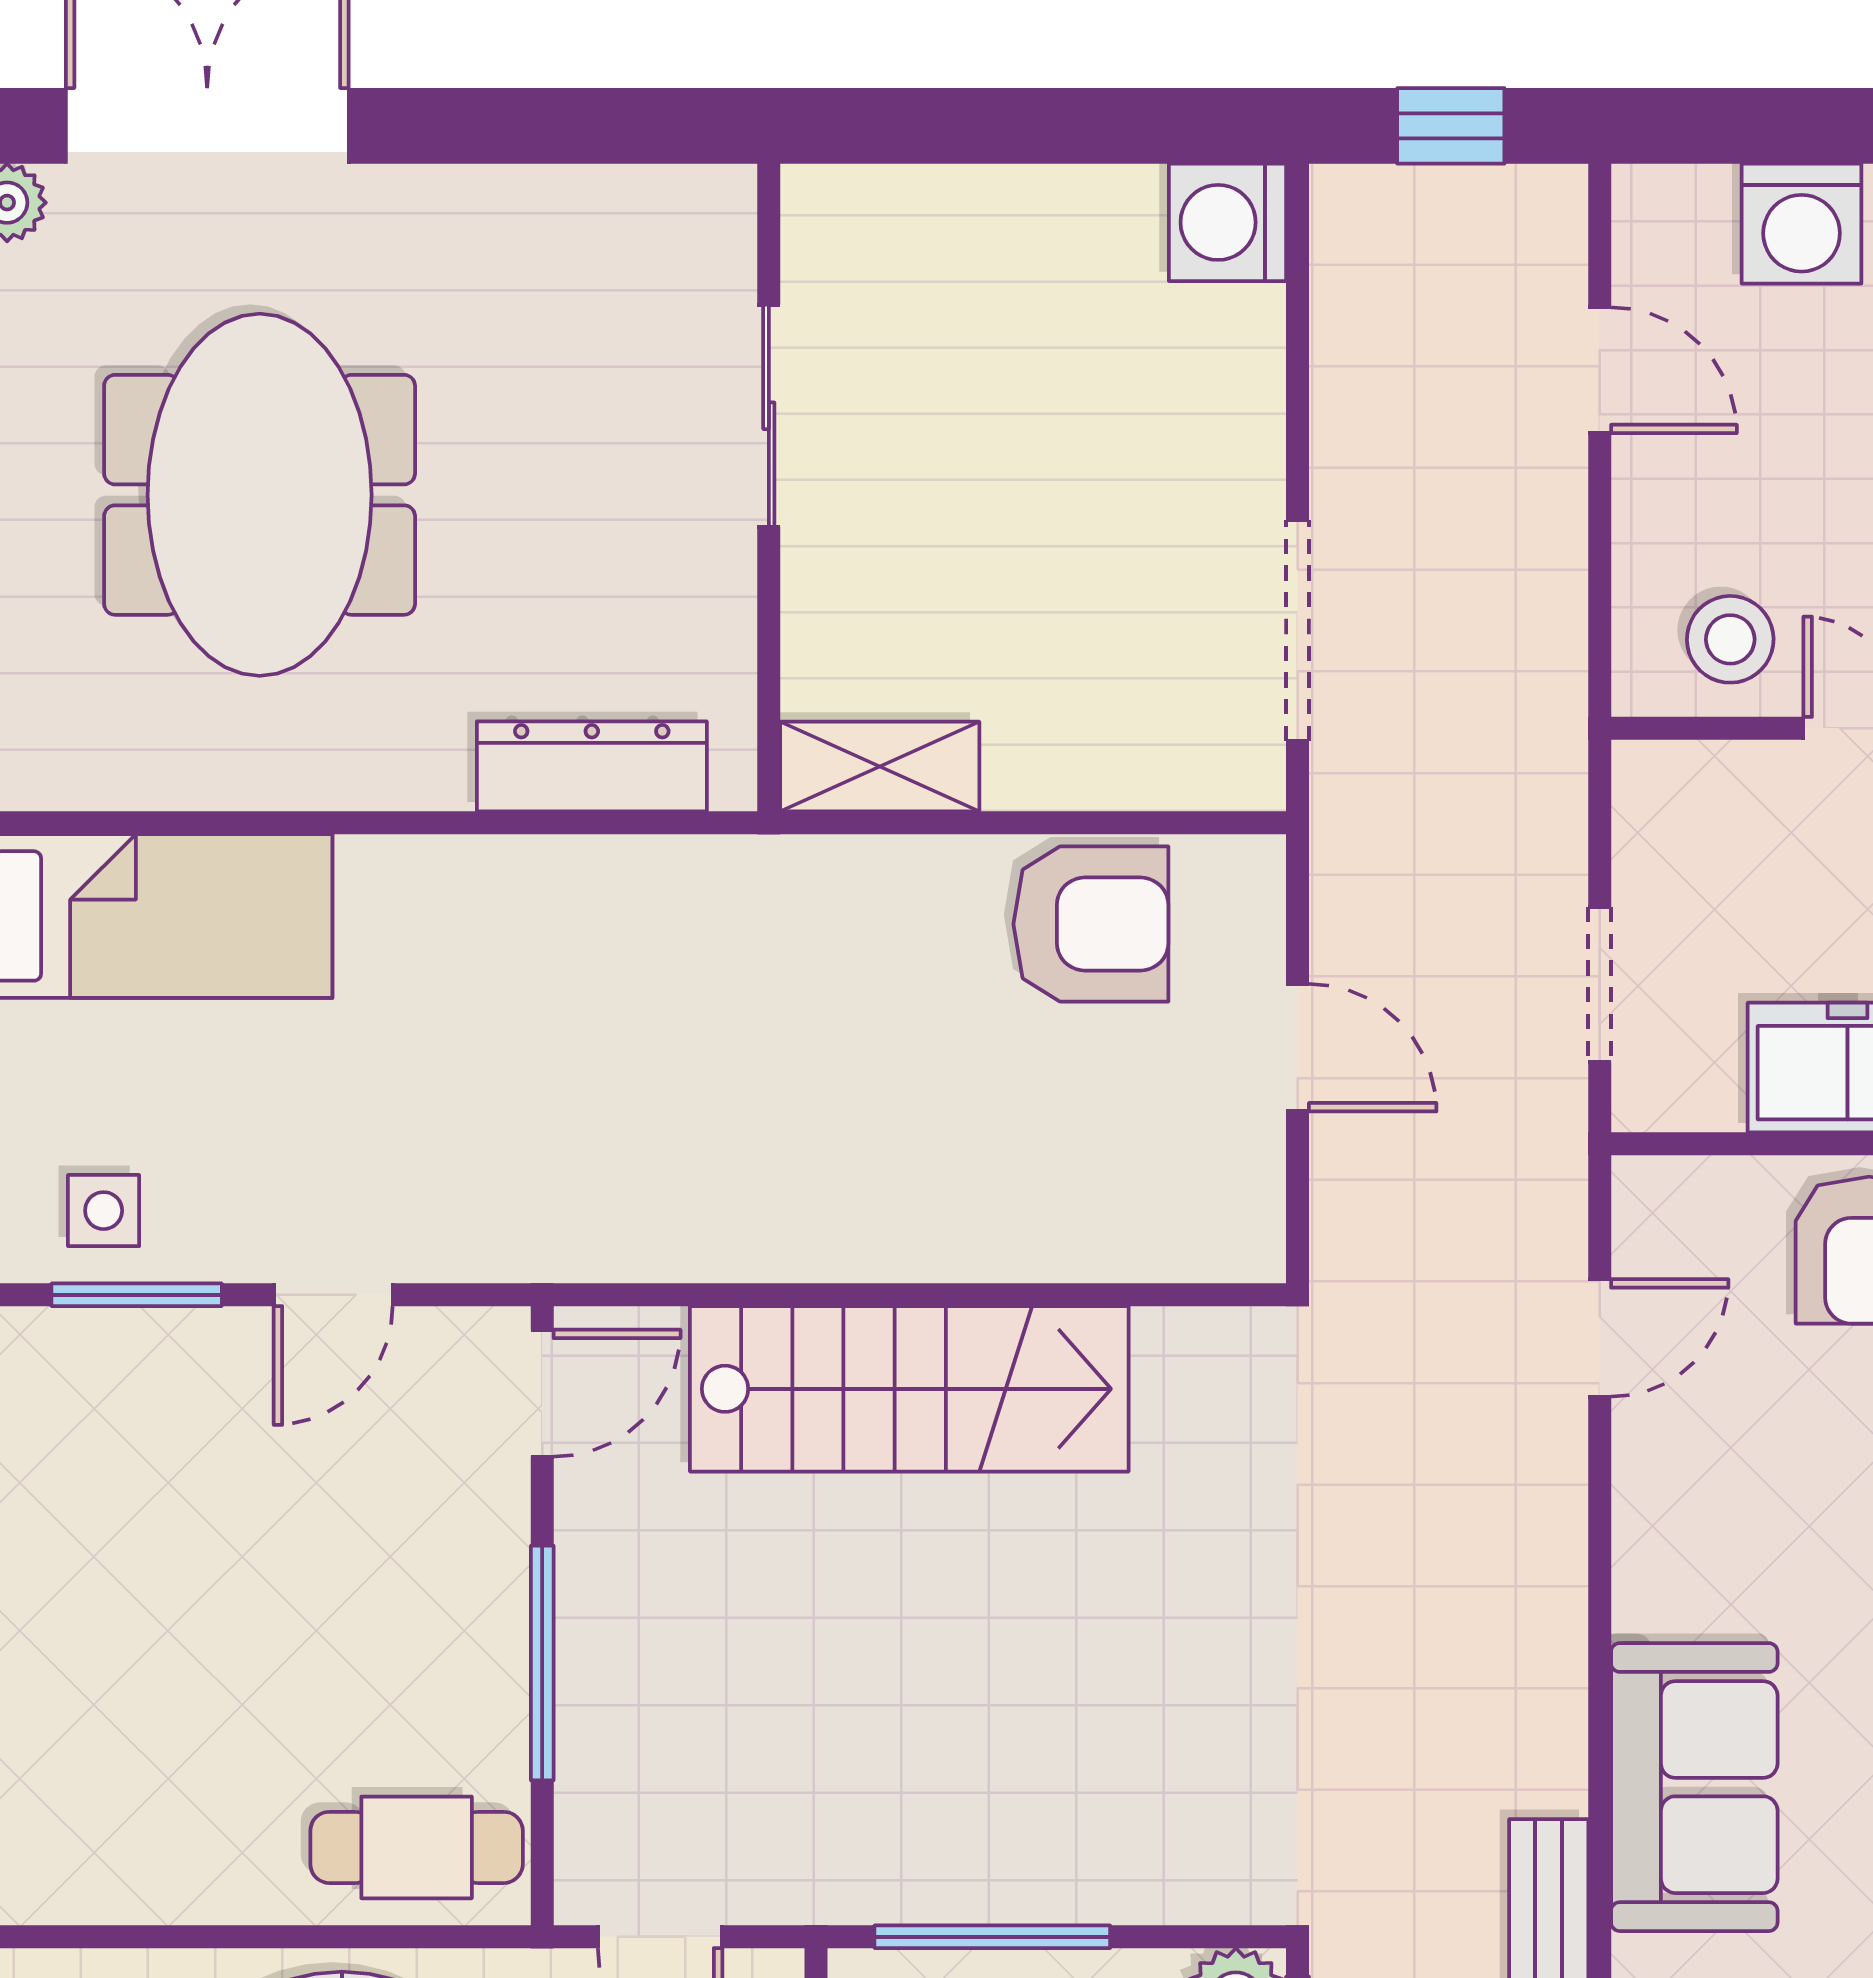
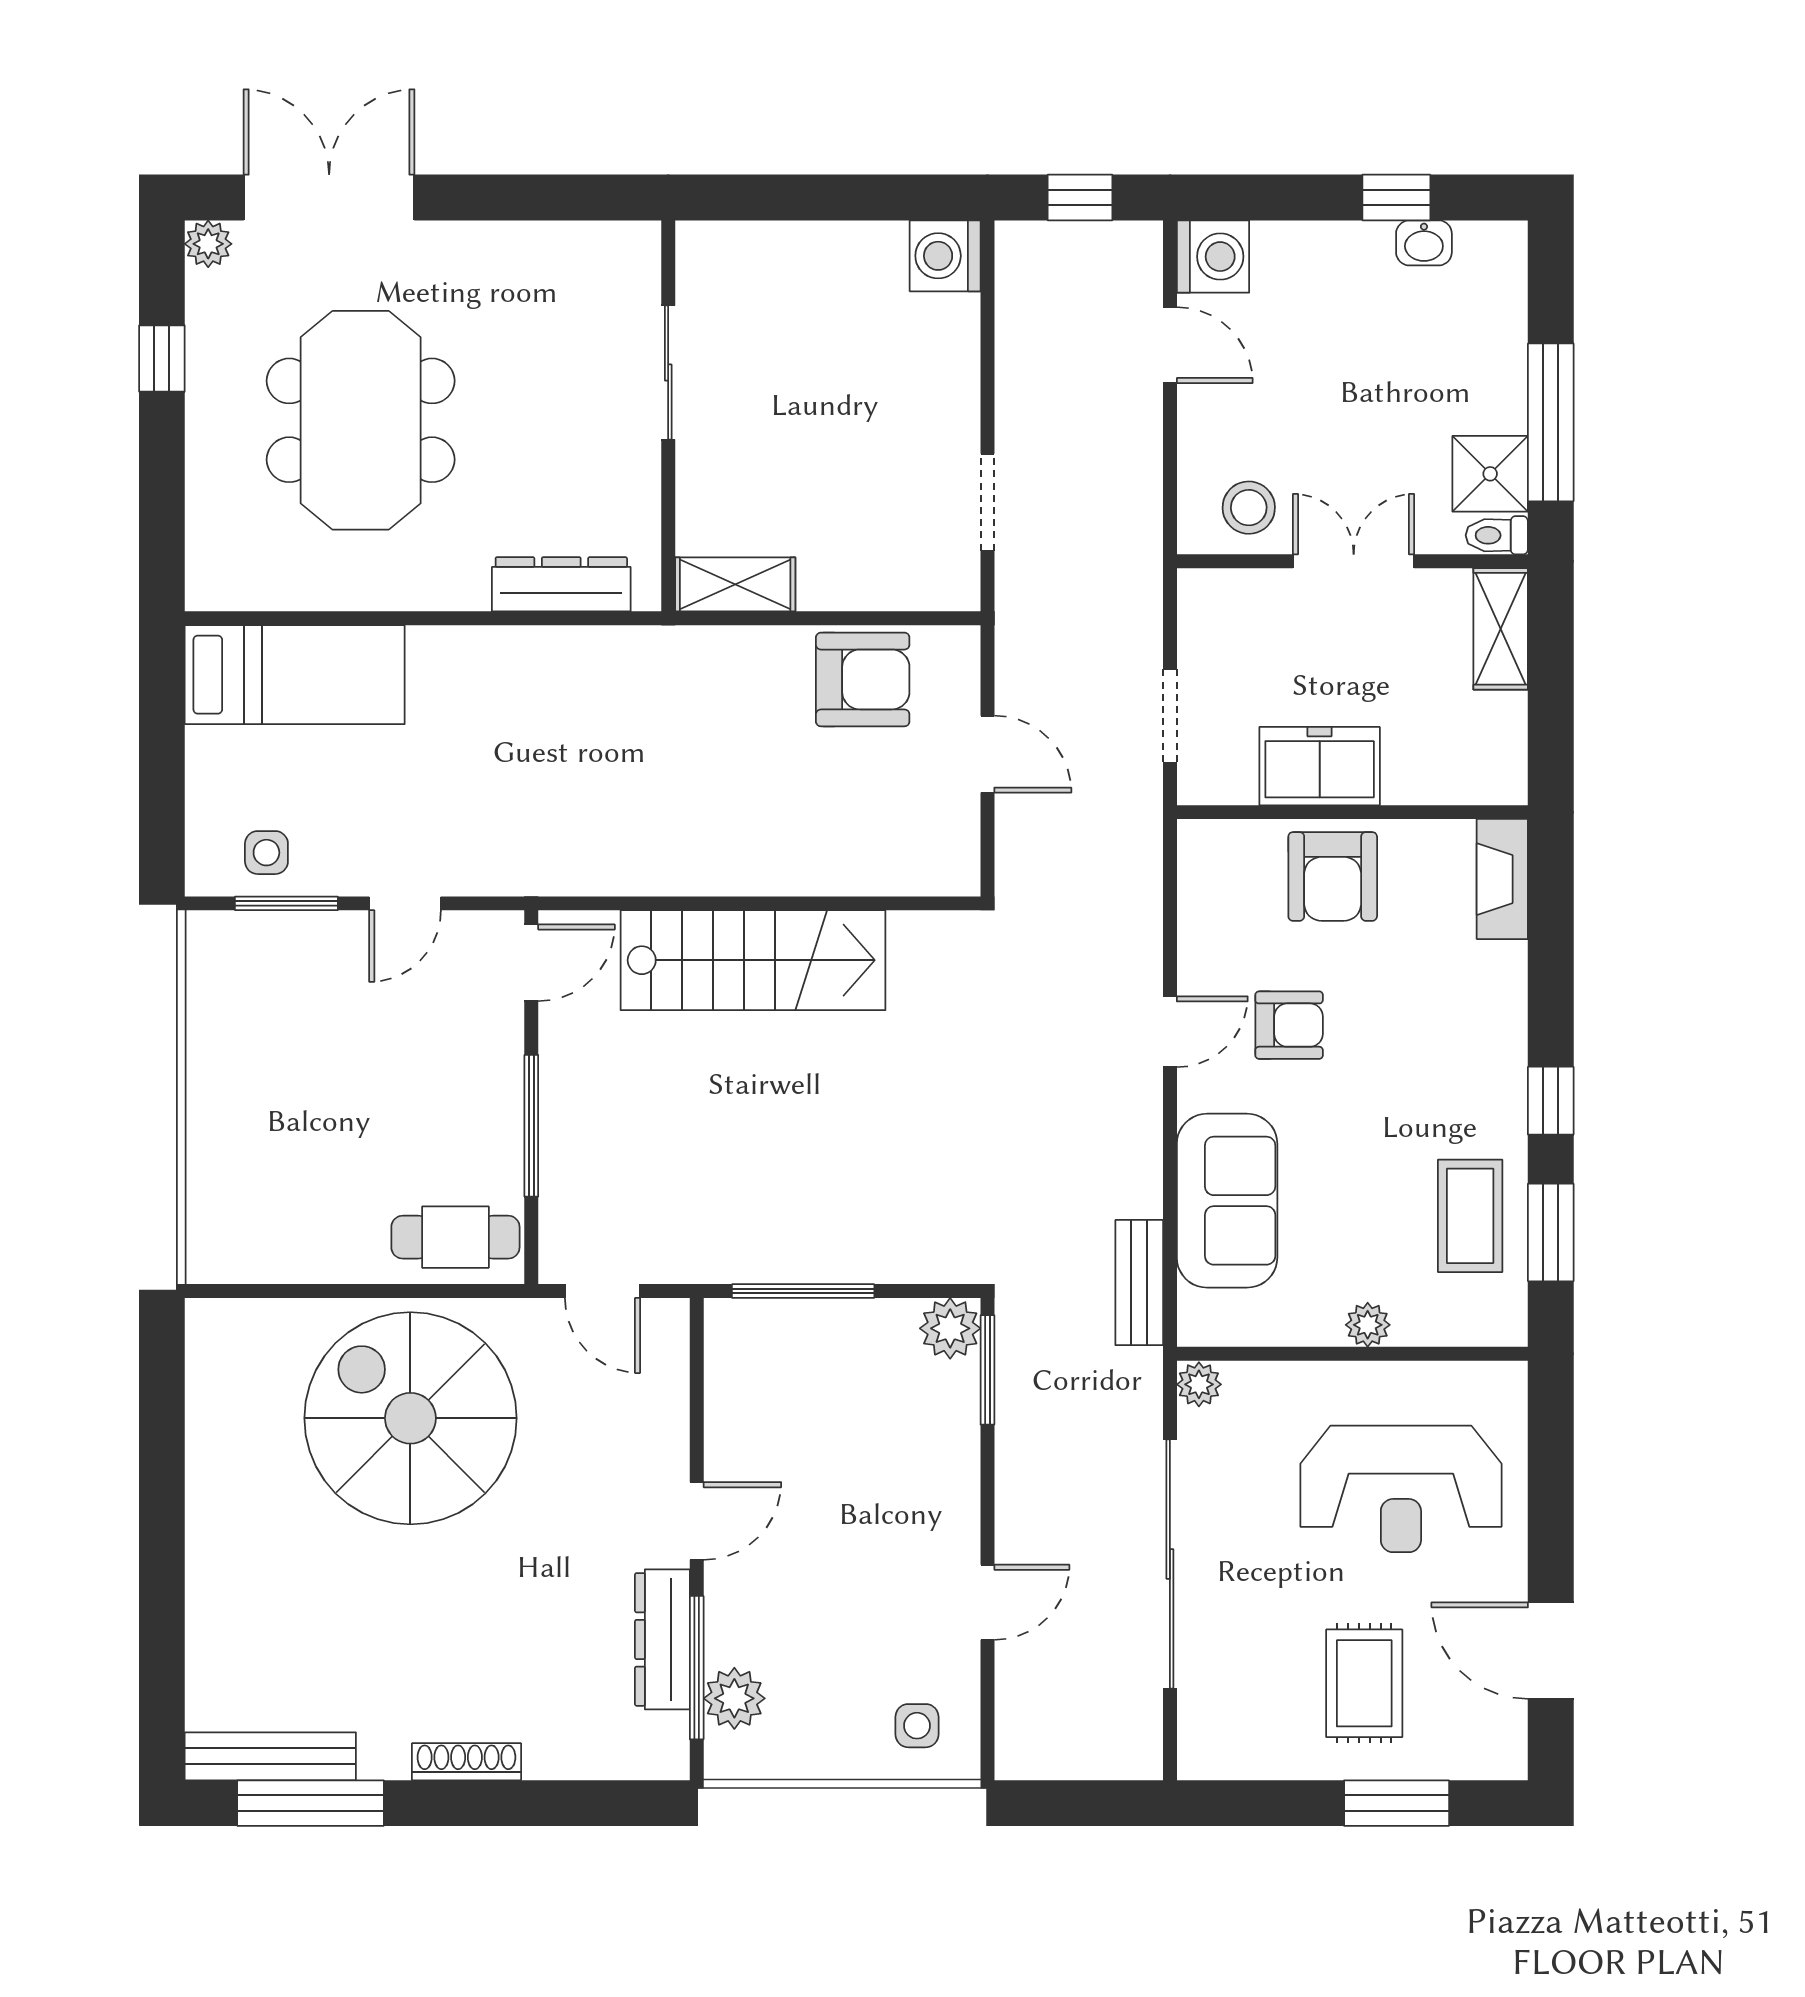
washing machine: (1802, 224) -> (1213, 257), moved, turned -90
doorway: (1298, 630) -> (987, 502), width x0.73
door: (1600, 1338) -> (1170, 1032), moved
armchair: (1797, 1496) -> (1289, 1025), added

